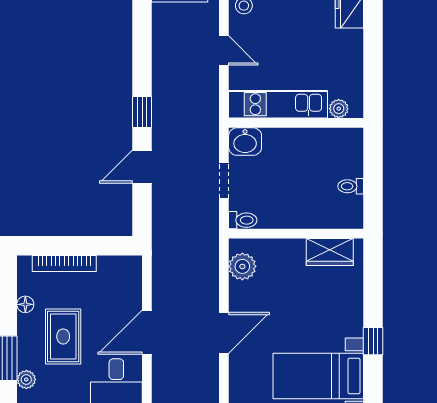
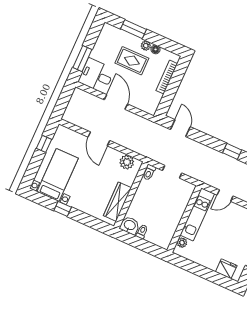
door: (224, 50) -> (225, 196), moved
window: (142, 112) -> (232, 151), moved
washbasin: (245, 142) -> (130, 225), moved, turned 90
door: (142, 167) -> (180, 128), moved
wardrobe: (330, 252) -> (117, 202), width x1.50
plant: (26, 380) -> (146, 46), moved

